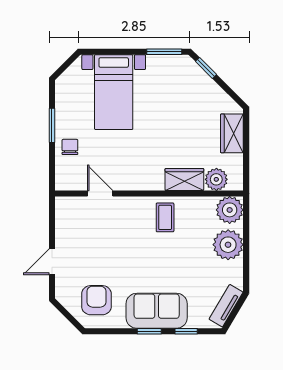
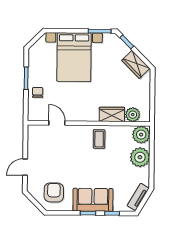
bed with nightstands: (114, 92) -> (74, 57), width x1.36
wardrobe: (232, 133) -> (136, 64), moved, turned -45

